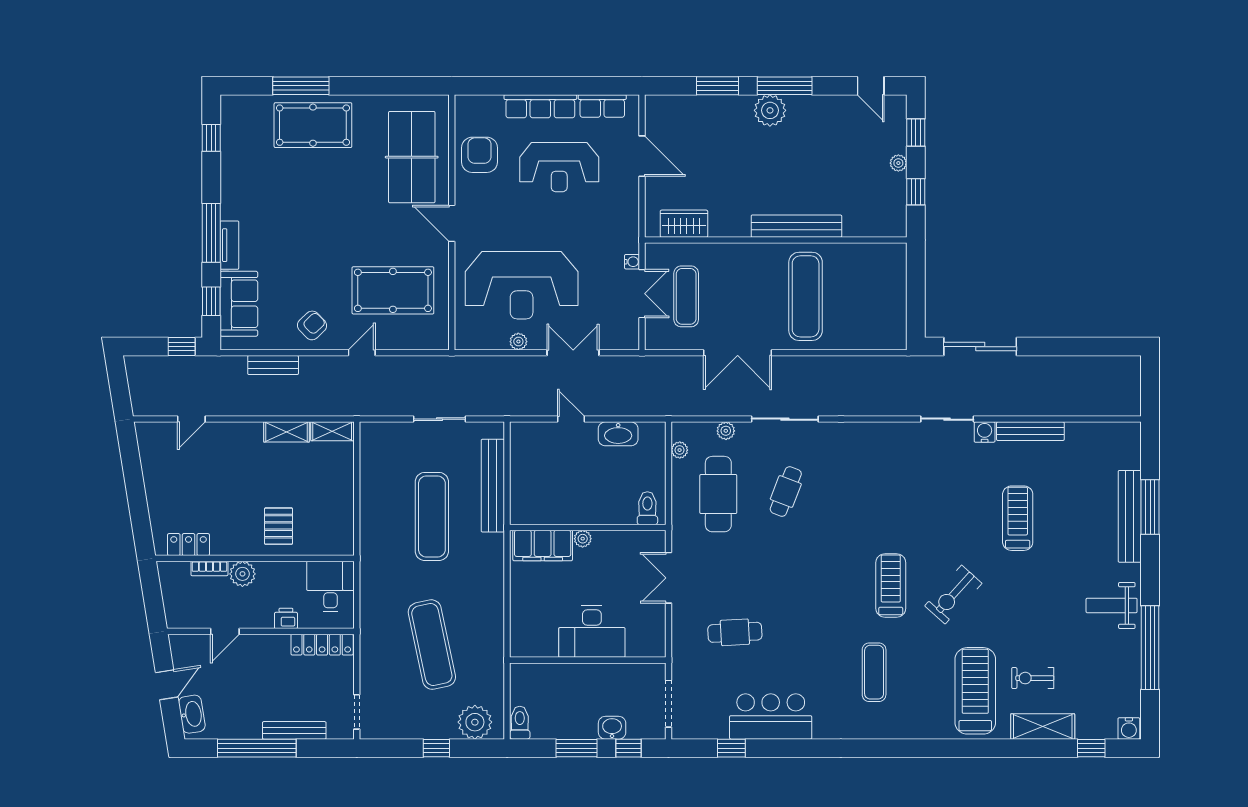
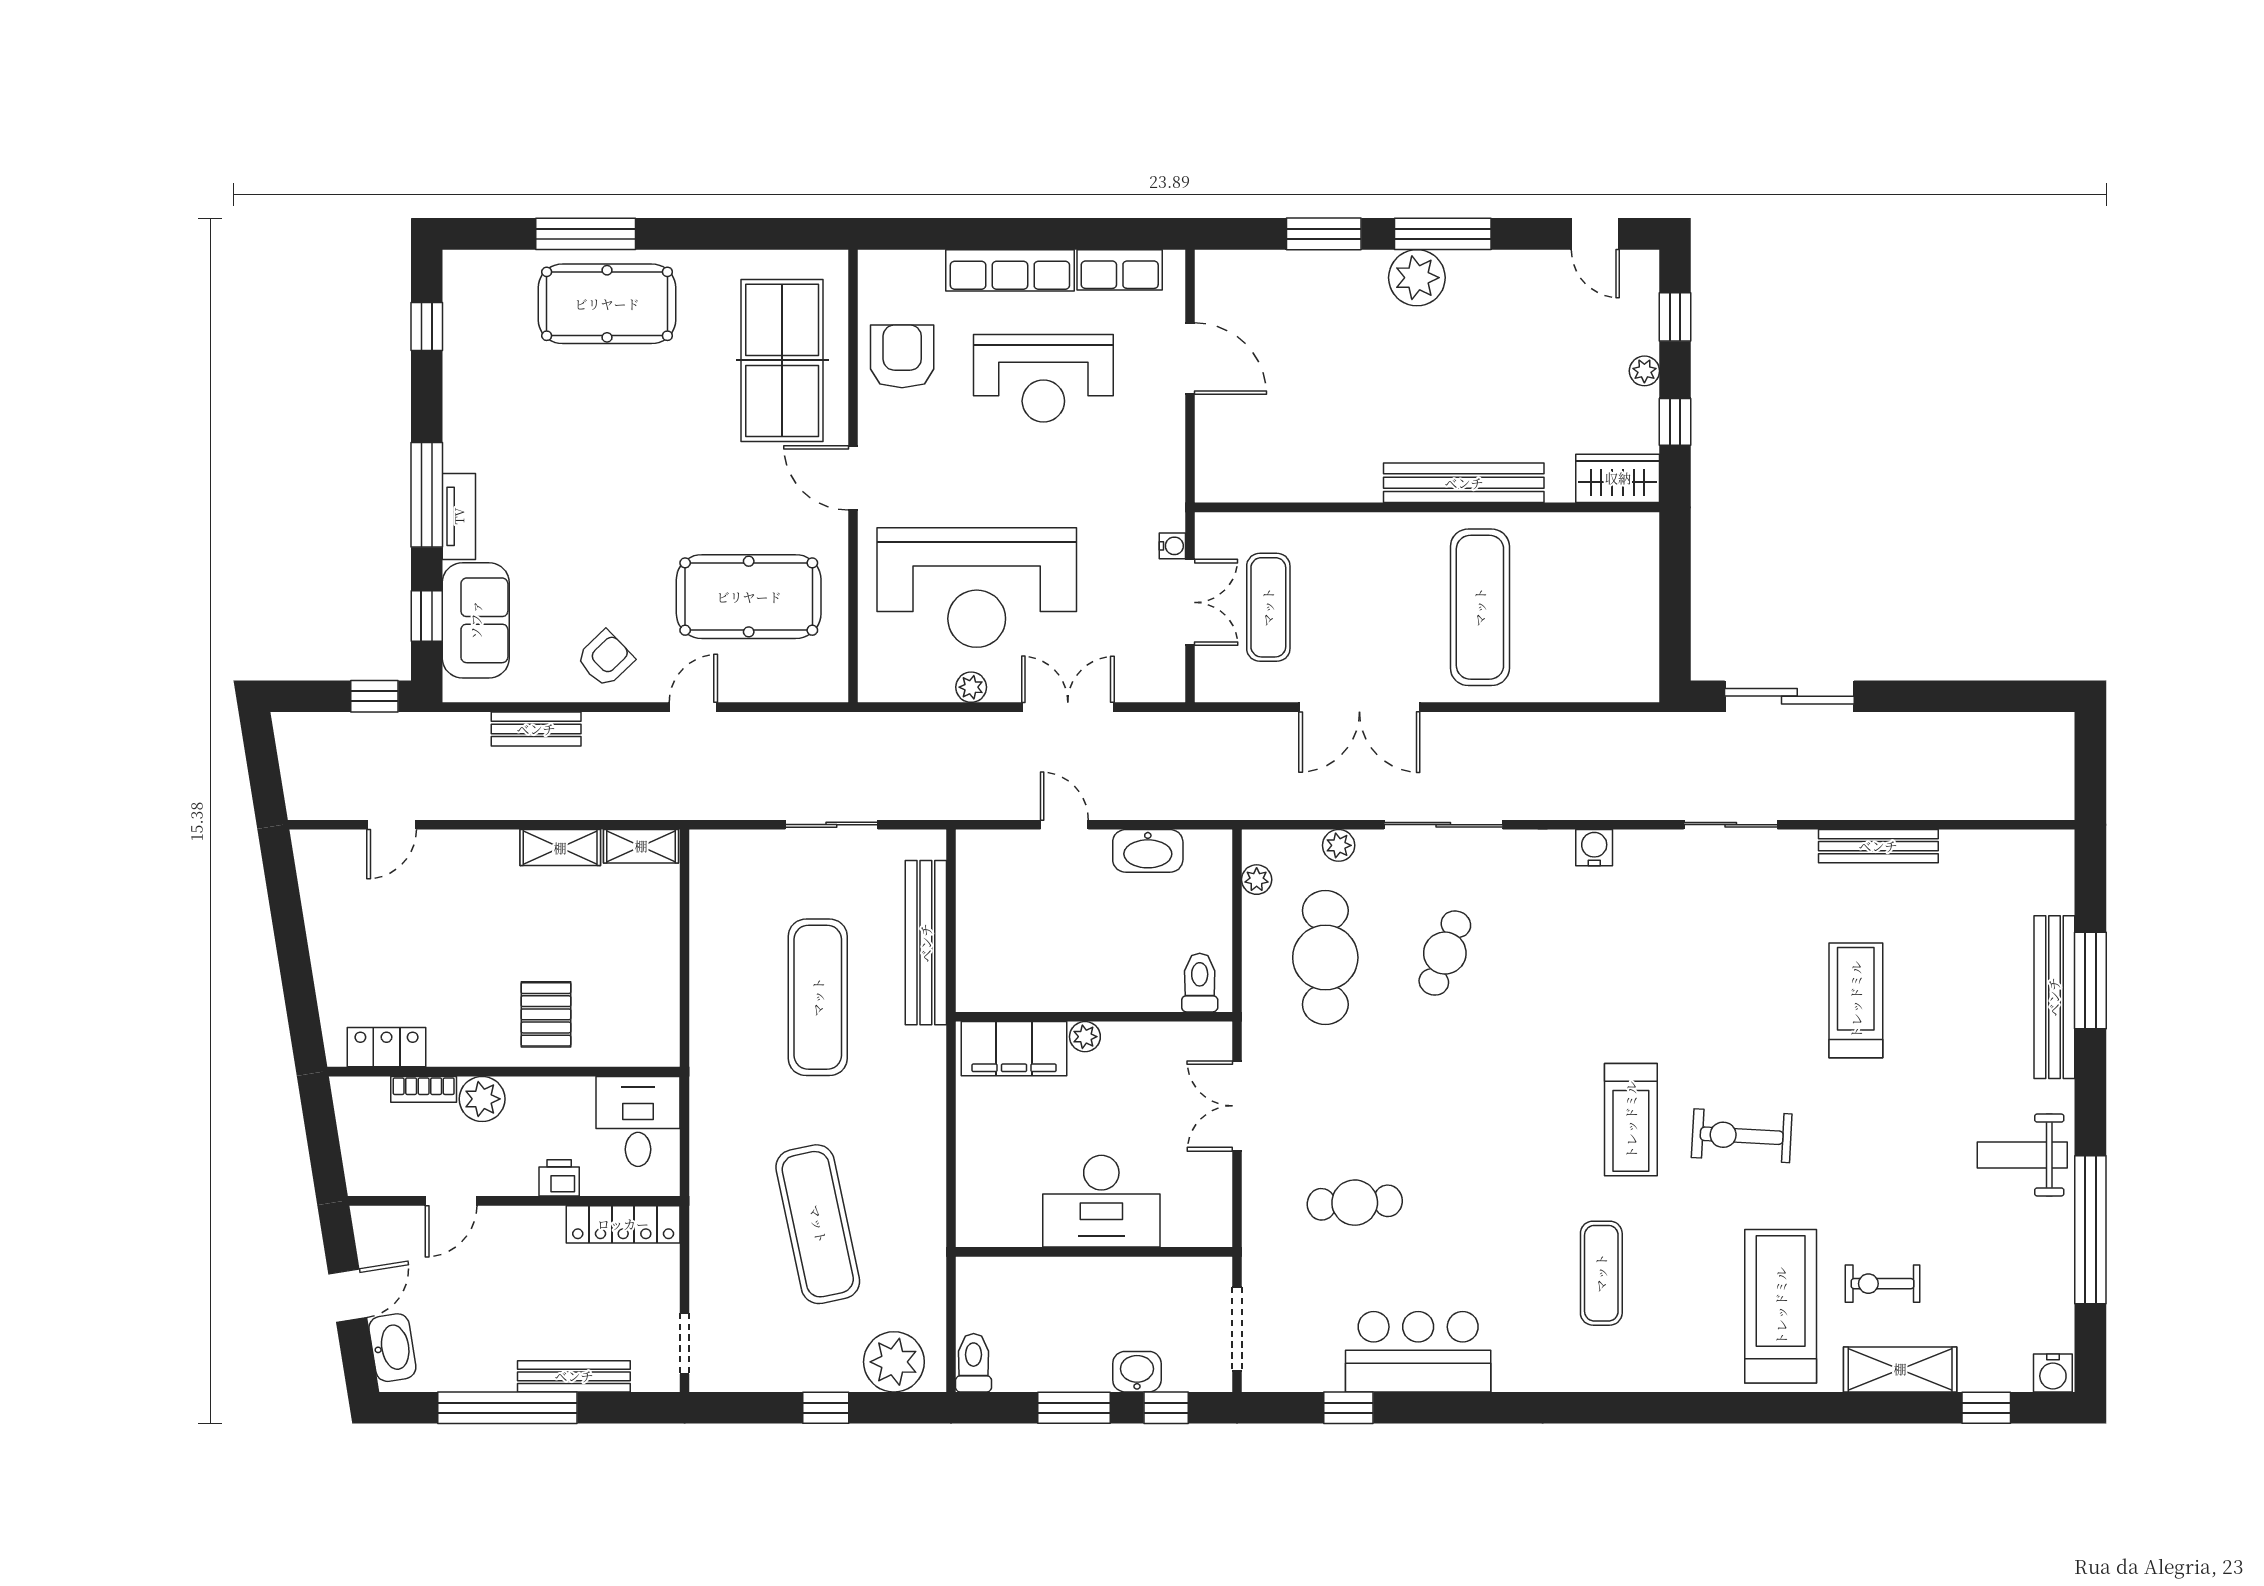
wardrobe: (684, 224) -> (1618, 478), moved
water cooler: (985, 432) -> (1594, 848), moved
treadmill: (891, 586) -> (1631, 1120), turned 180
exercise bike: (953, 595) -> (1742, 1136), turned 51

